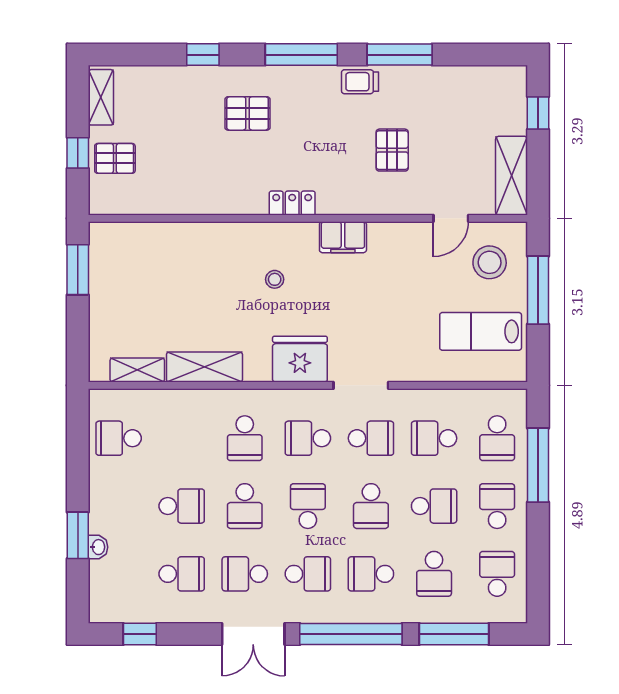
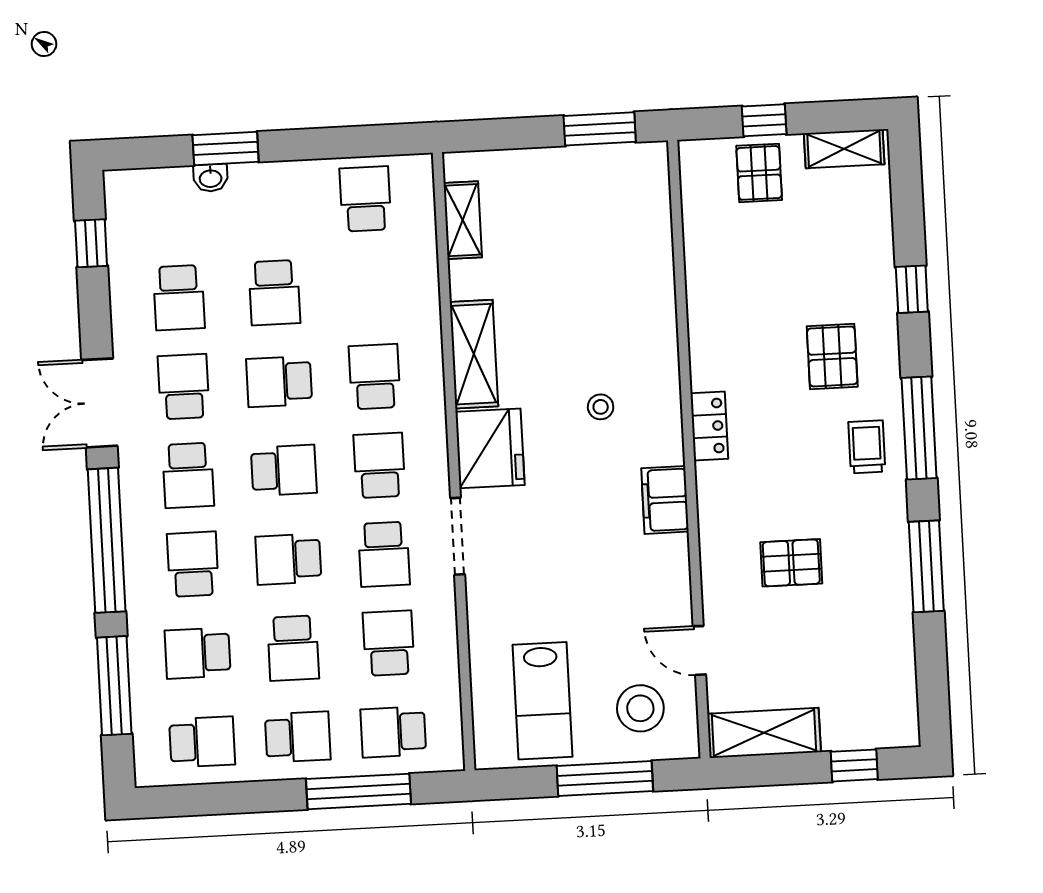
trolley: (360, 82) -> (867, 447), moved
lab bench: (481, 331) -> (542, 701), turned 180
shelving: (204, 367) -> (474, 354), moved
school desk: (245, 438) -> (375, 377), turned 90

